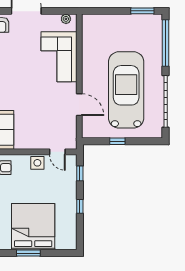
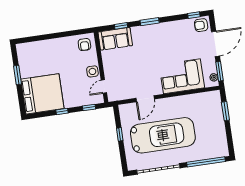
window: (60, 11) -> (220, 71), added
window: (142, 11) -> (225, 111), moved
bed: (33, 227) -> (42, 94), moved

